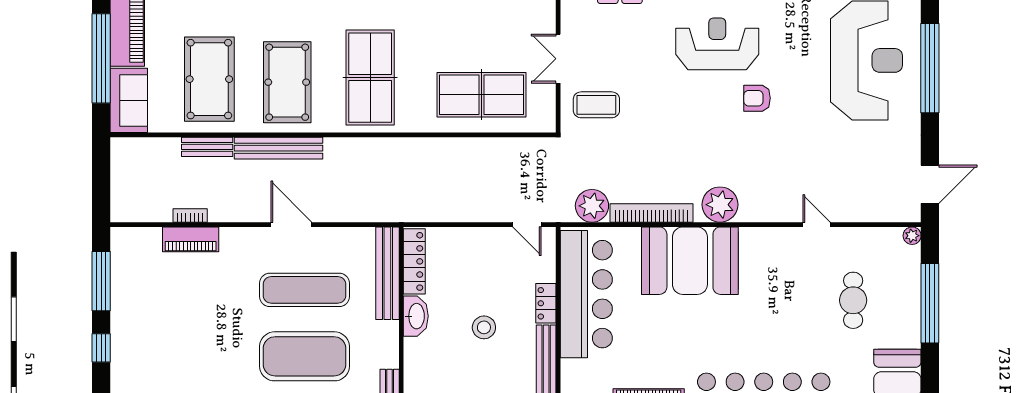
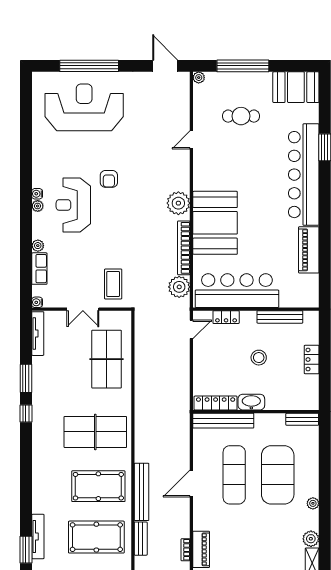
locker: (546, 303) -> (226, 317), moved

